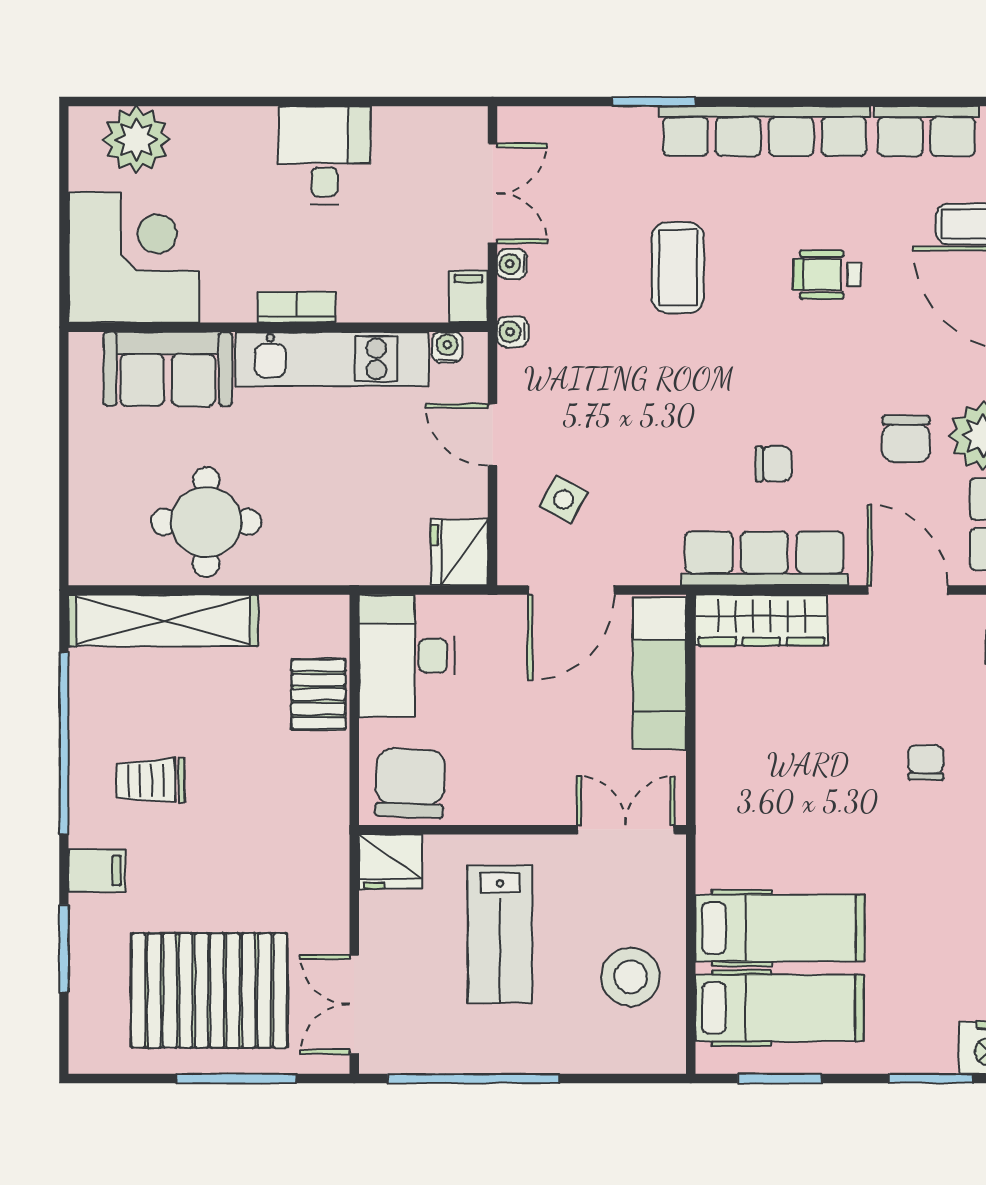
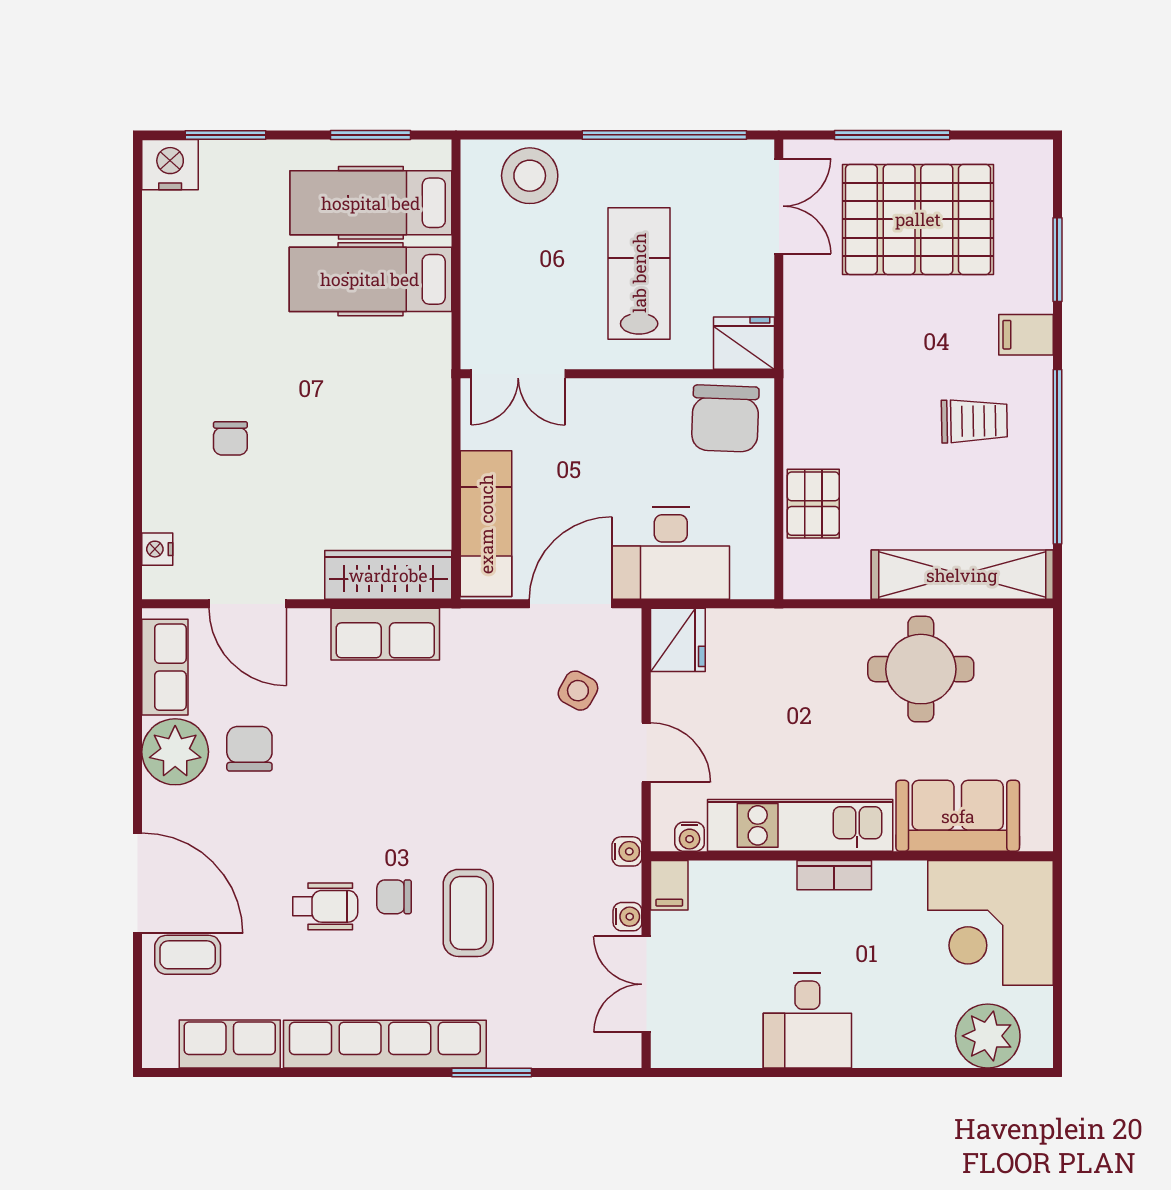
chair: (773, 464) -> (394, 897), moved
row of seats: (764, 558) -> (385, 634), width x0.68
desk: (407, 656) -> (671, 553), moved, turned 90
stool: (630, 977) -> (530, 176), moved

